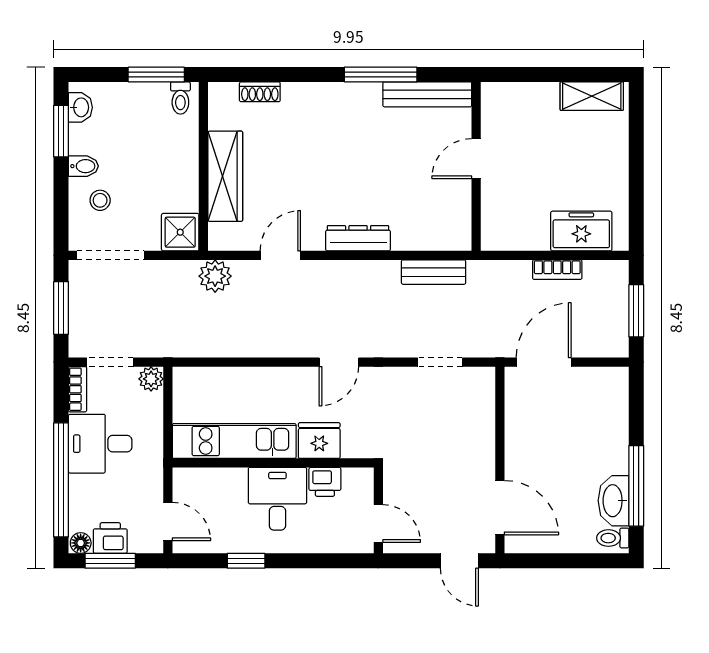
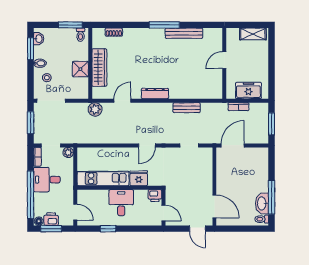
door: (476, 159) -> (224, 60), moved
wall: (476, 166) -> (224, 63), moved
shower: (180, 232) -> (80, 69), moved
printer: (325, 482) -> (155, 196), moved

